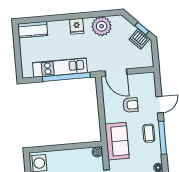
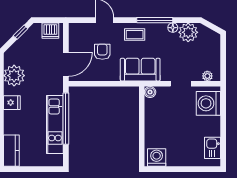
dishwasher: (139, 39) -> (50, 31), moved, turned 45
window: (163, 138) -> (155, 20), moved

